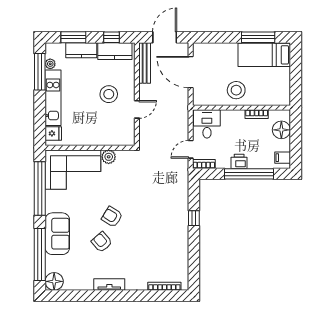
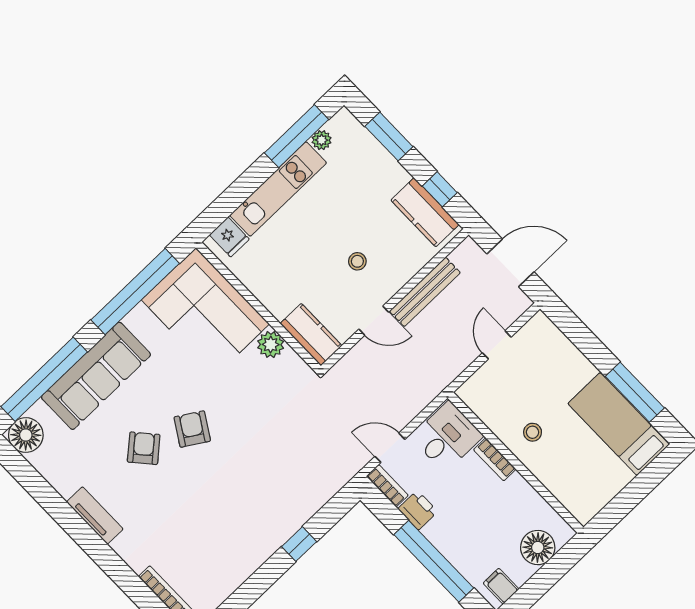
kitchen counter: (81, 50) -> (311, 335), moved, turned 180
bench: (145, 63) -> (425, 292), moved
door: (191, 72) -> (497, 345), width x0.53
stool: (236, 90) -> (533, 432), width x0.53, depth x0.53
stool: (109, 94) -> (357, 261), width x0.53, depth x0.53
bookcase: (257, 114) -> (495, 459), moved
printer: (239, 161) -> (418, 510), moved
sofa: (57, 234) -> (96, 376), width x1.36

